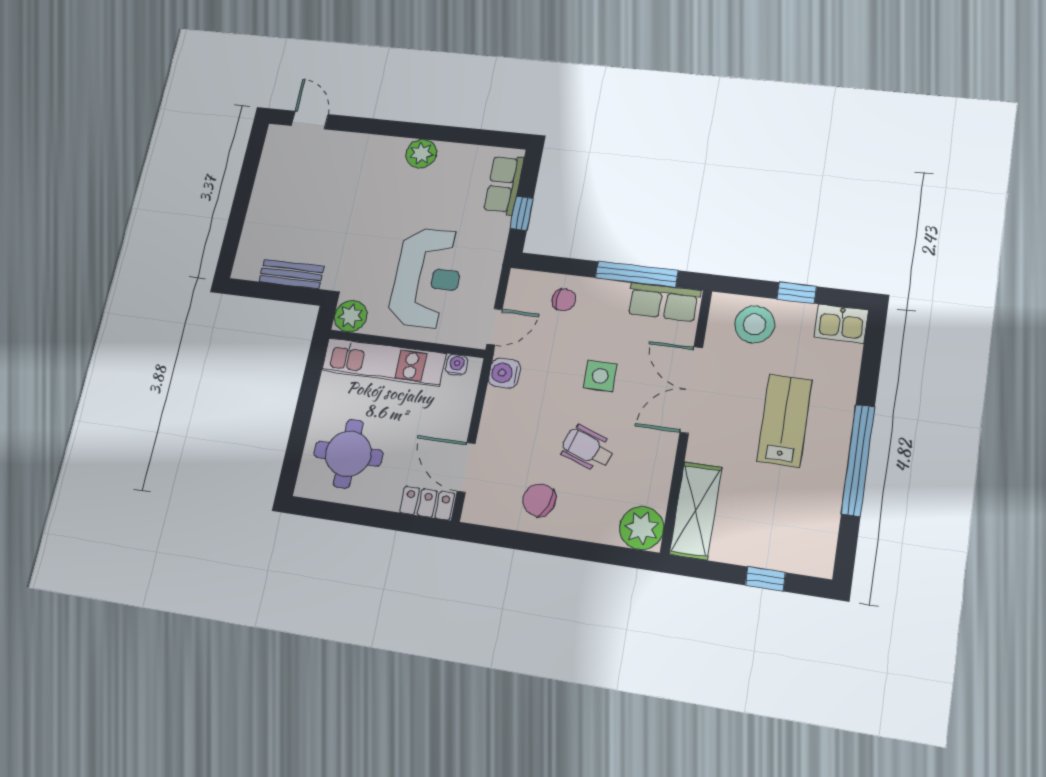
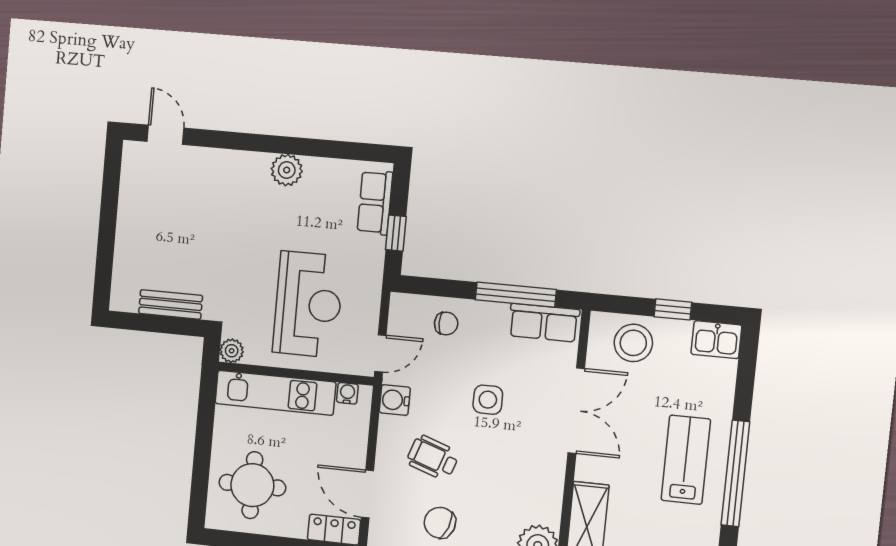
plant: (351, 316) -> (232, 351), width x0.73, depth x0.73
double door: (691, 390) -> (576, 411), swing flipped
lab bench: (784, 421) -> (686, 460), moved
wheelchair: (588, 448) -> (433, 458), moved

